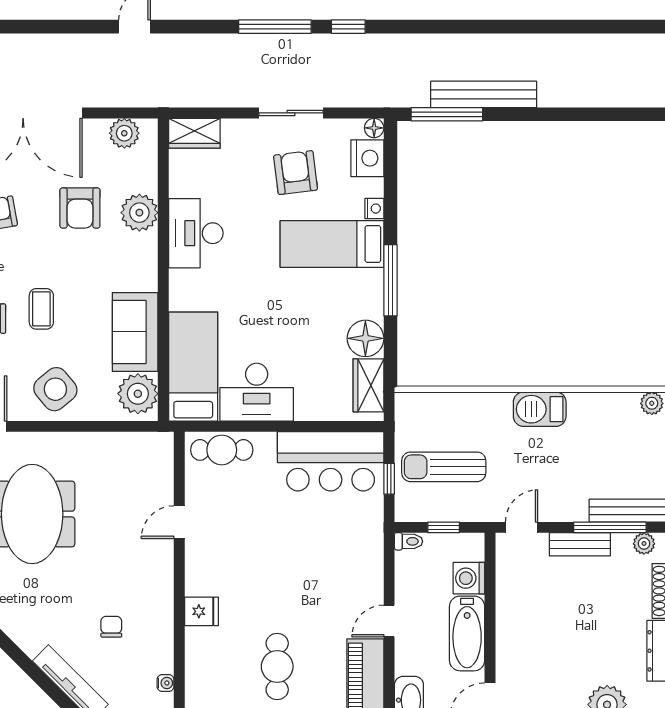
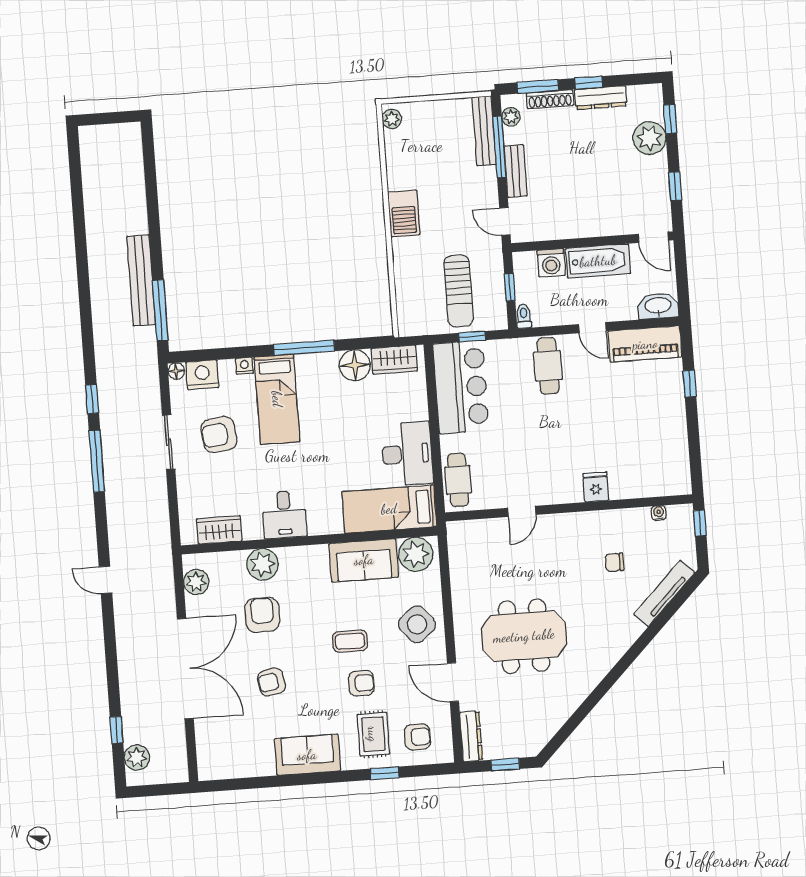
wardrobe: (194, 133) -> (219, 530), moved, turned -90
armchair: (80, 208) -> (262, 615), turned -90
desk: (196, 233) -> (284, 515), width x0.73
door: (179, 522) -> (522, 511), hinge flipped
cafe table: (277, 667) -> (548, 366), moved, turned 90

